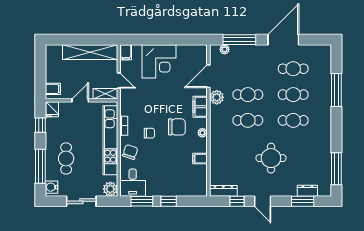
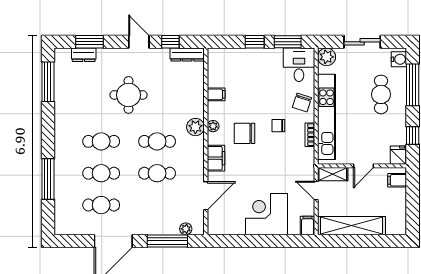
plant: (217, 97) -> (195, 127), moved

